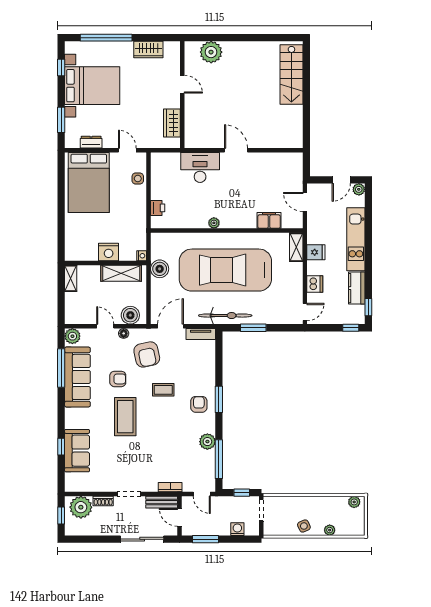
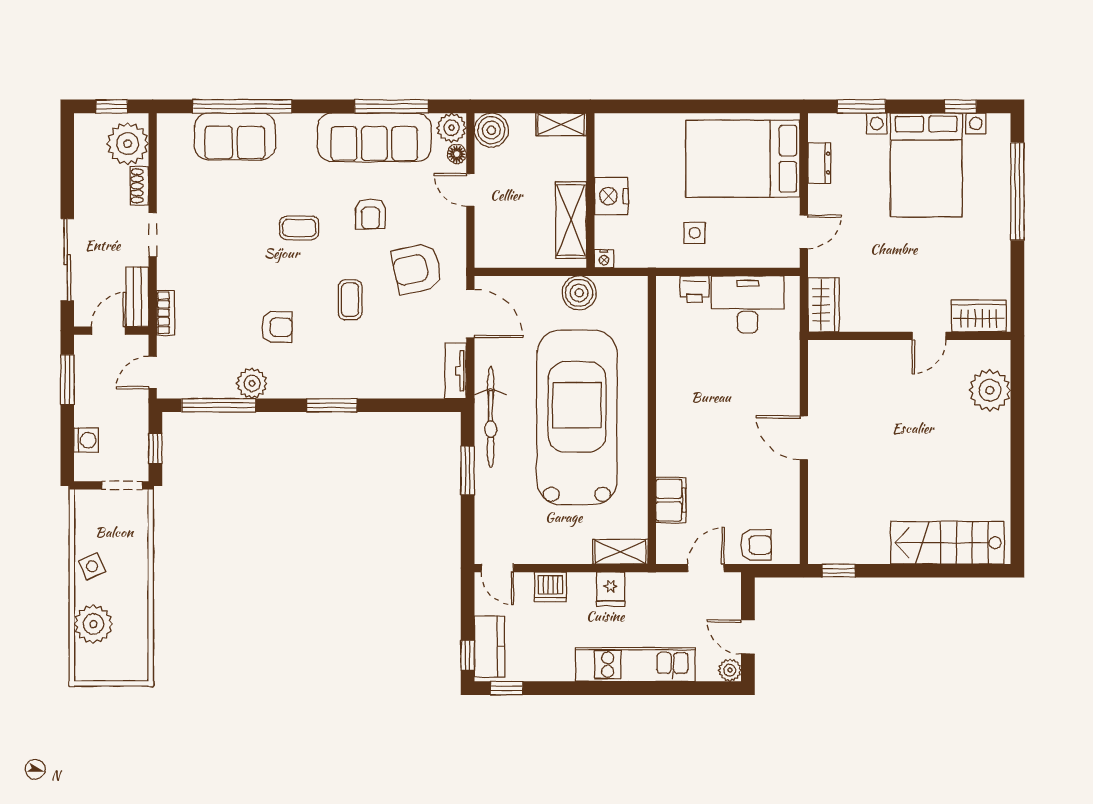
wardrobe: (148, 49) -> (979, 316), moved, turned 90
wardrobe: (172, 123) -> (824, 305), moved, turned 90
window: (306, 132) -> (839, 571), added
door: (236, 150) -> (804, 438), swing flipped
desk: (200, 167) -> (748, 304), moved, turned -90
armchair: (293, 176) -> (756, 545), added
side table: (138, 179) -> (695, 233), moved
plant: (214, 223) -> (666, 396), removed
kitchen counter: (357, 288) -> (490, 646), moved, turned 90
boiler: (130, 315) -> (491, 130), moved
door: (105, 326) -> (470, 190), swing flipped
floor lamp: (124, 333) -> (457, 154), moved
armchair: (199, 404) -> (277, 327), moved
coffee table: (125, 417) -> (299, 228), width x0.54, depth x0.58
window: (61, 447) -> (242, 106), width x3.17
plant: (354, 502) -> (138, 661), removed
plant: (330, 530) -> (93, 624), width x1.88, depth x1.88

